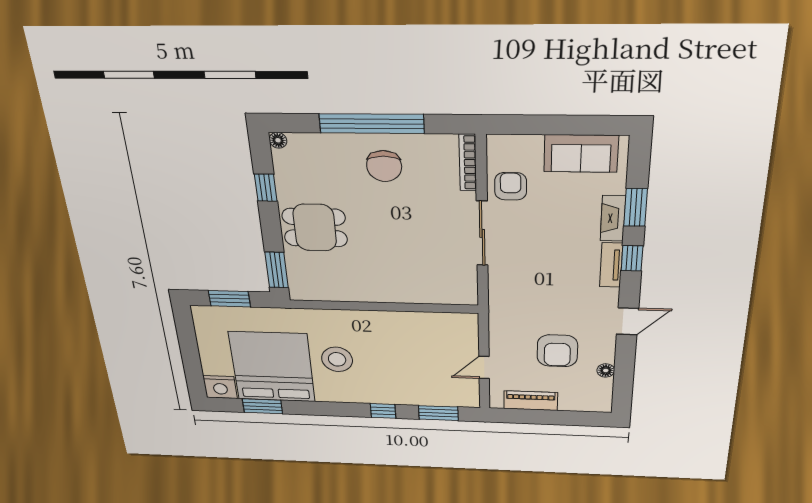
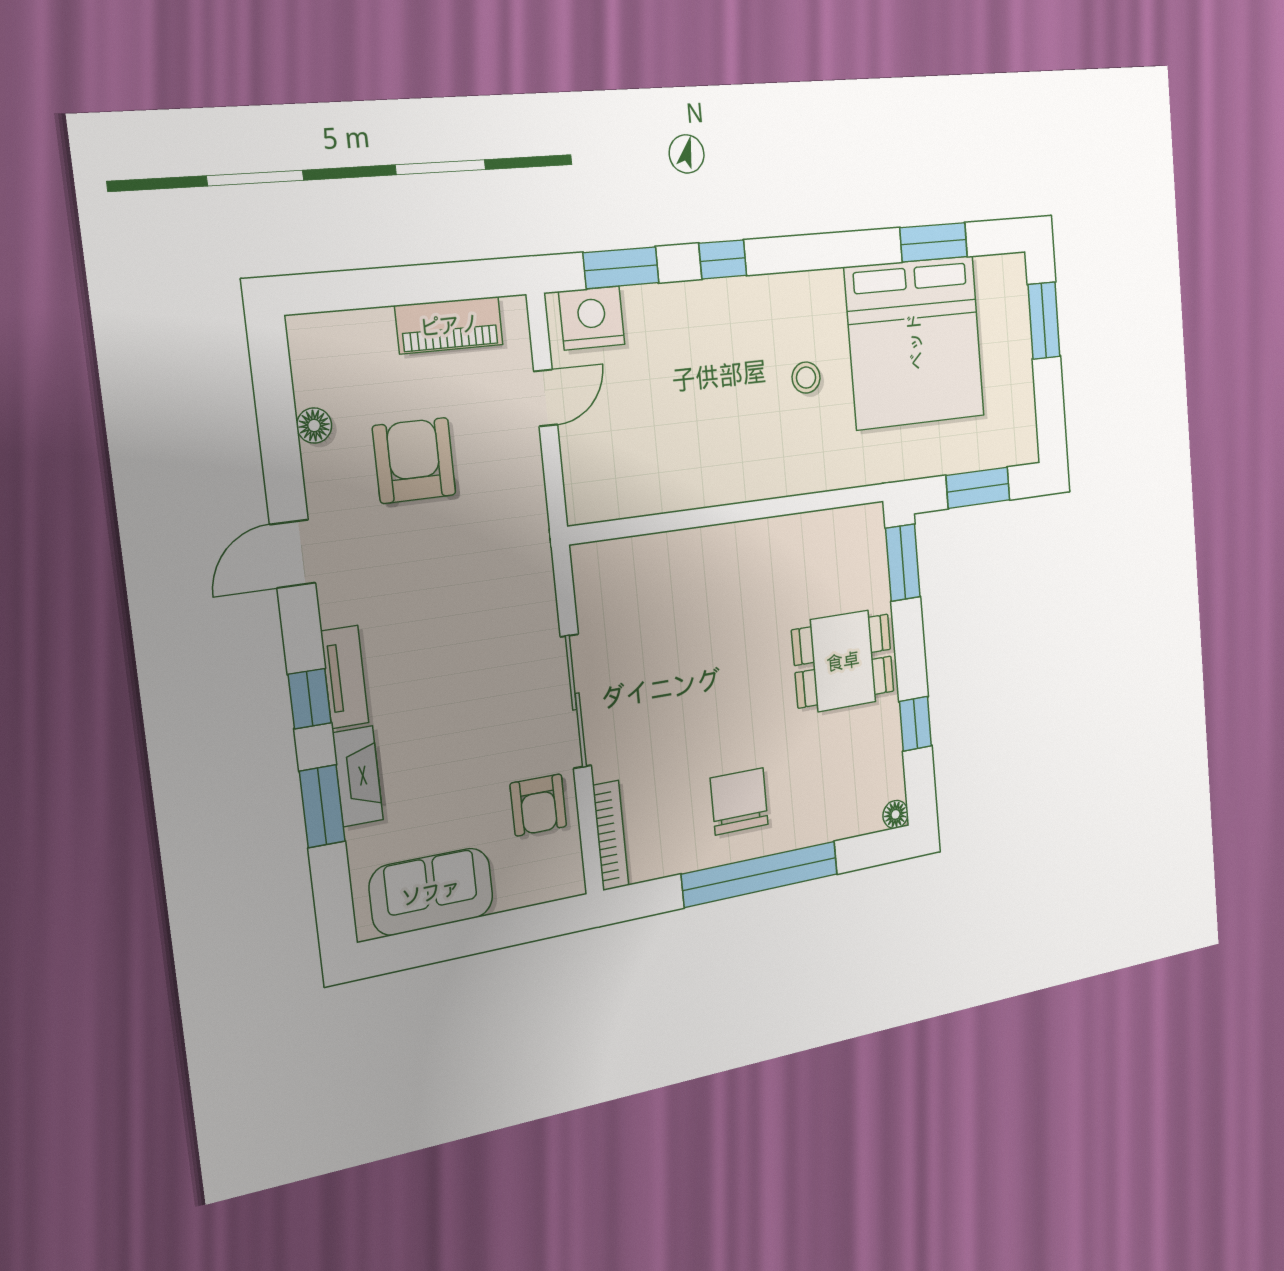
stool: (337, 359) -> (806, 378), width x0.53, depth x0.53
window: (193, 368) -> (1044, 321), added
nightstand: (220, 387) -> (592, 318), moved

